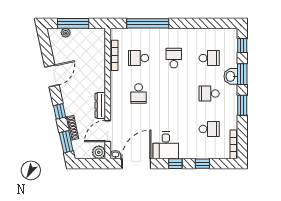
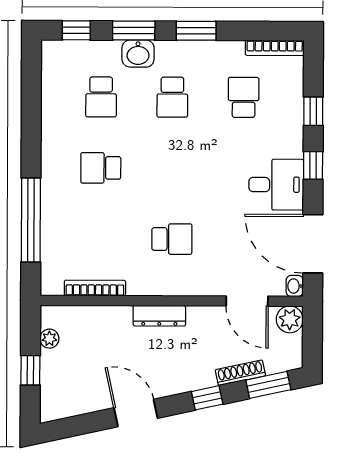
window: (73, 23) -> (30, 370), width x0.46
plant: (66, 33) -> (49, 339), moved
school desk: (139, 58) -> (101, 239), removed
school desk: (209, 58) -> (101, 97), turned 180
dresser: (100, 105) -> (159, 316), moved

